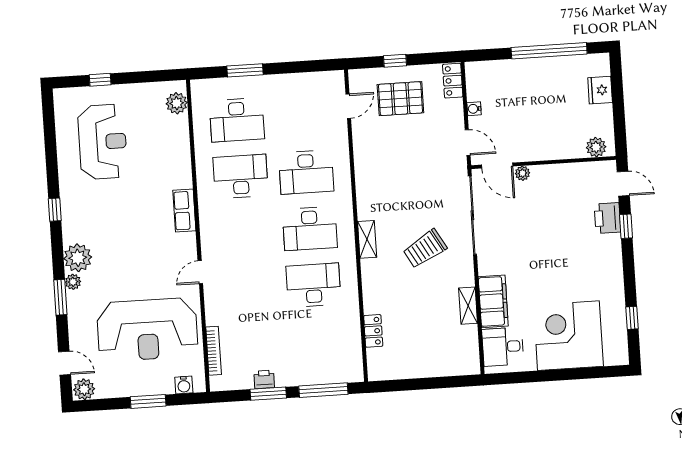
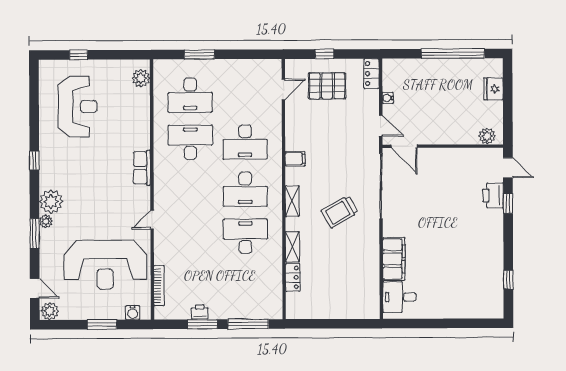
plant: (523, 173) -> (425, 154), removed
filing cabinet: (367, 188) -> (295, 159), added
shelving: (468, 306) -> (292, 247), moved
corner desk: (568, 336) -> (455, 291), removed

